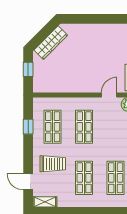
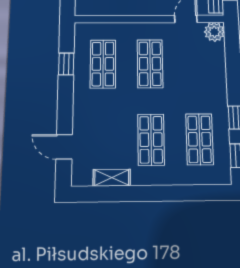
trolley: (53, 164) -> (103, 119), removed
shelving: (45, 202) -> (112, 178), moved

